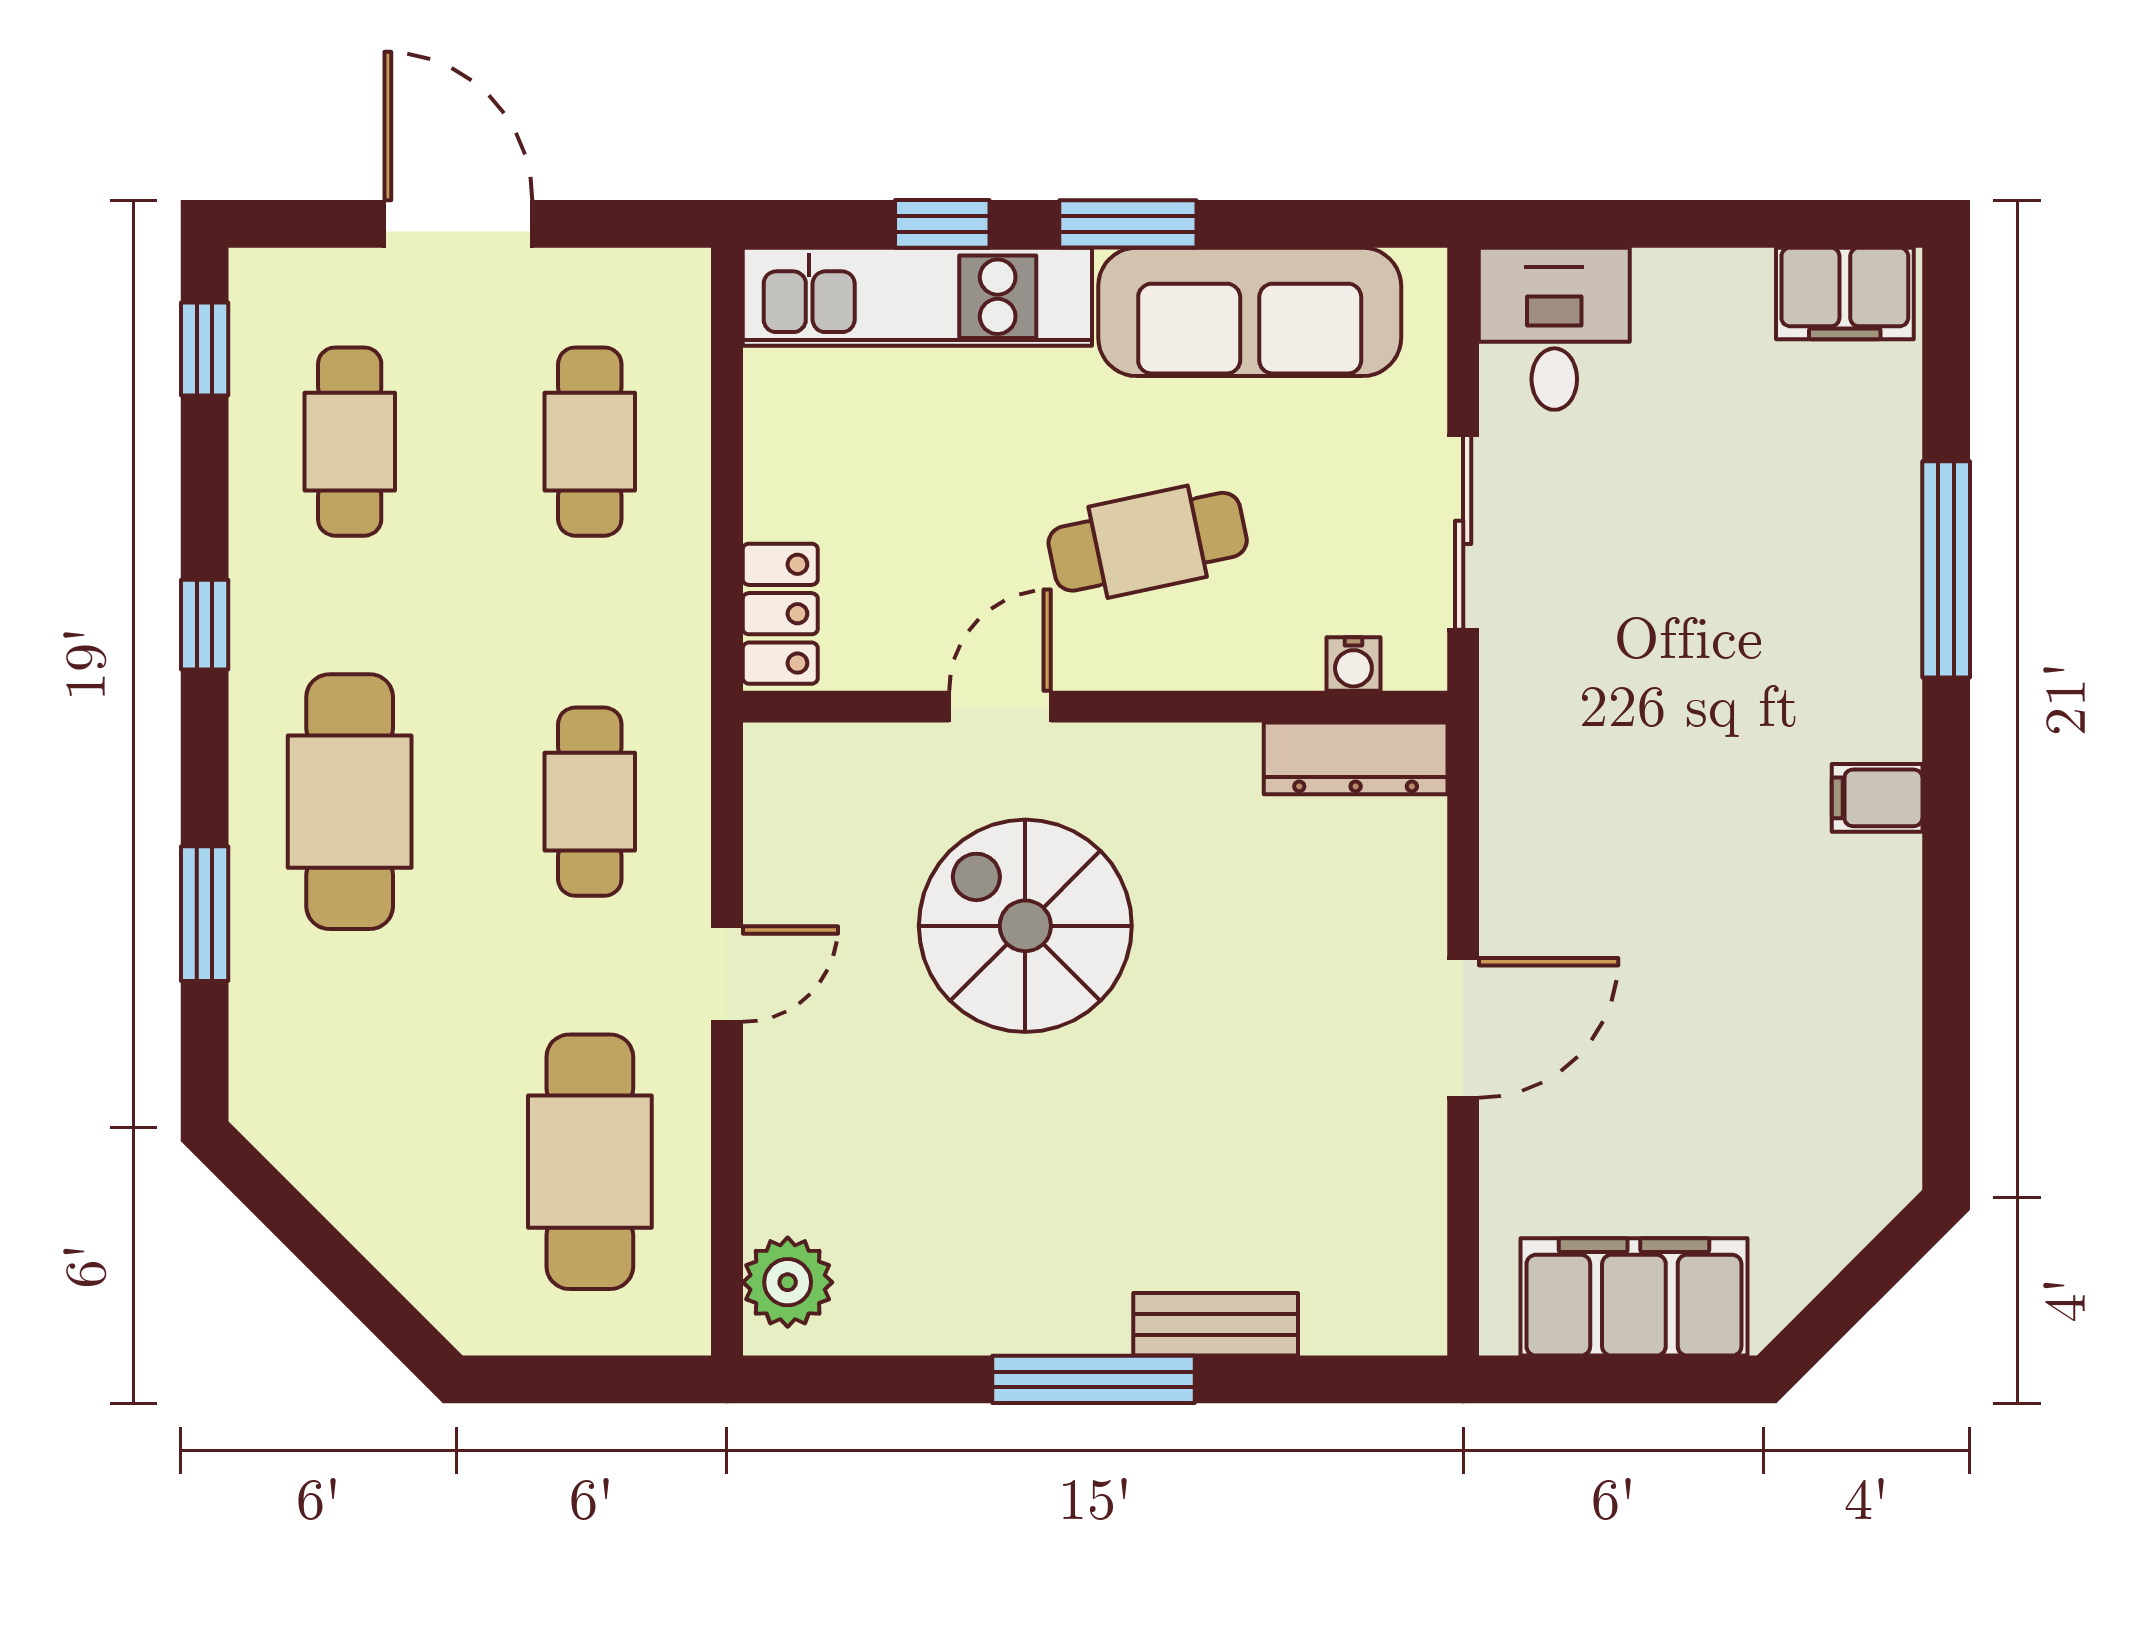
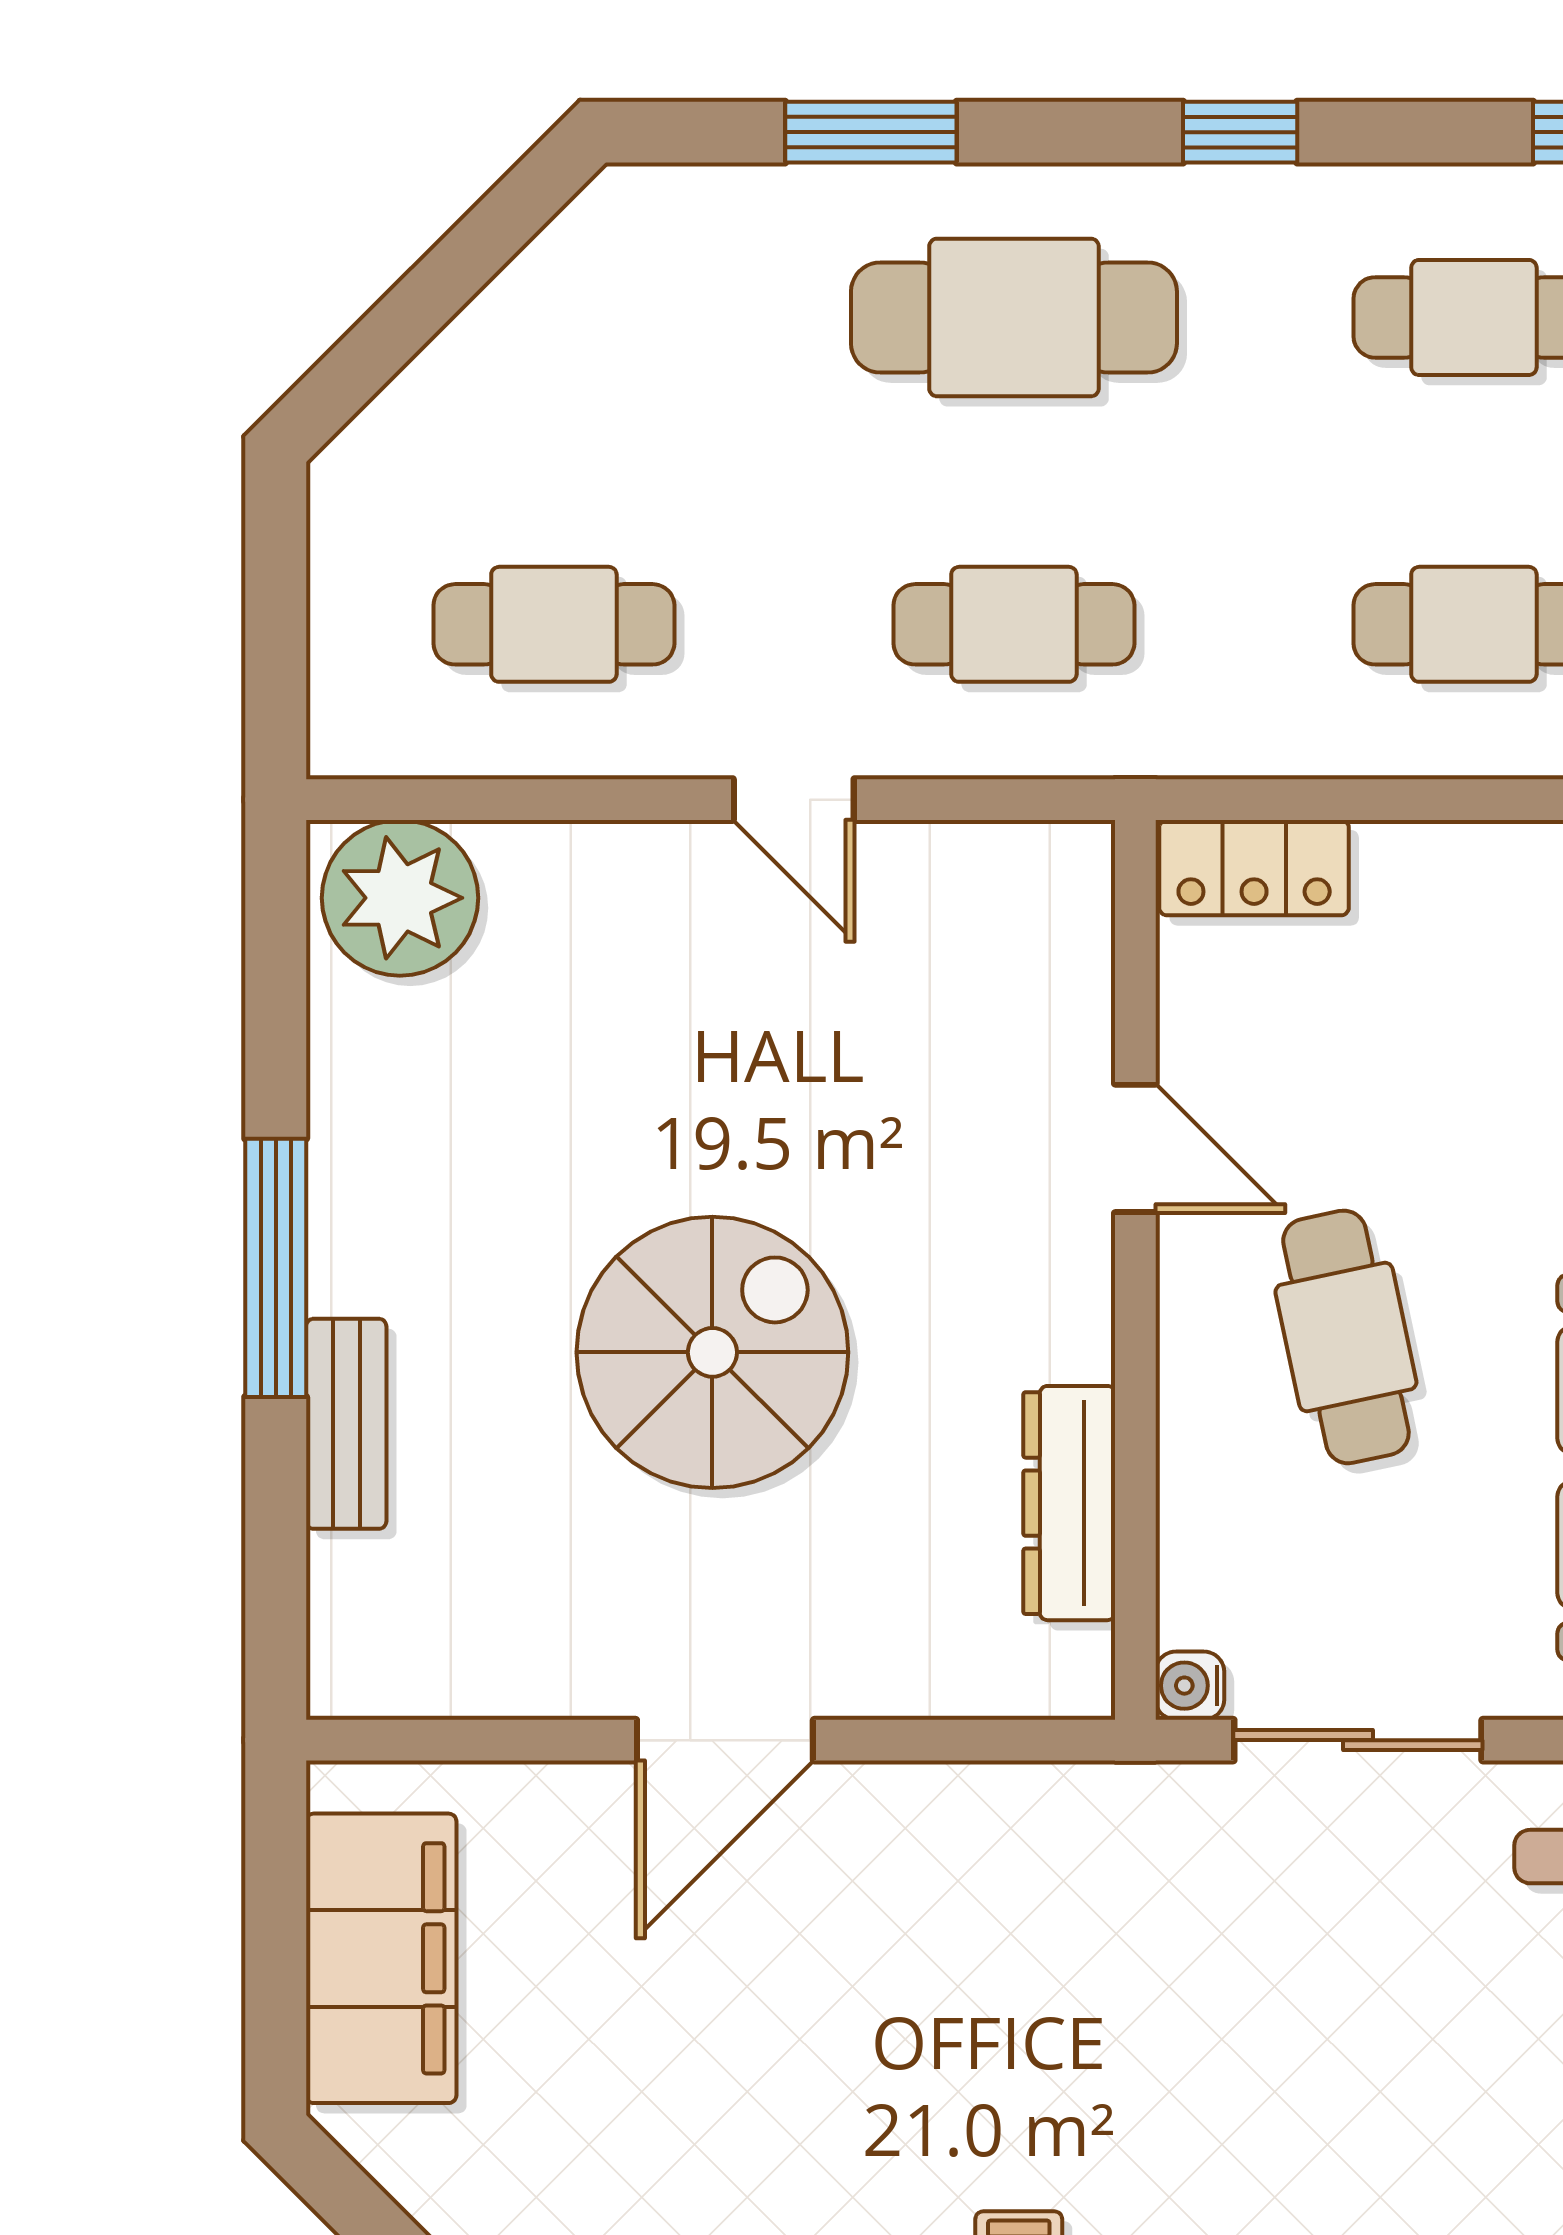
water cooler: (1353, 664) -> (1190, 1686), moved
dresser: (1356, 758) -> (1069, 1503), moved
spiral stairs: (1025, 926) -> (712, 1352), moved
door: (1463, 1028) -> (725, 1740), hinge flipped
cafe table: (590, 1162) -> (554, 624), width x0.73, depth x0.74
plant: (788, 1282) -> (400, 898), width x1.36, depth x1.36

